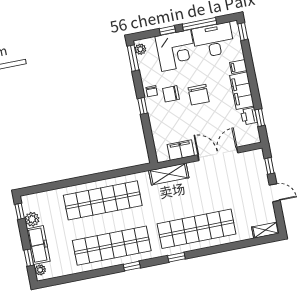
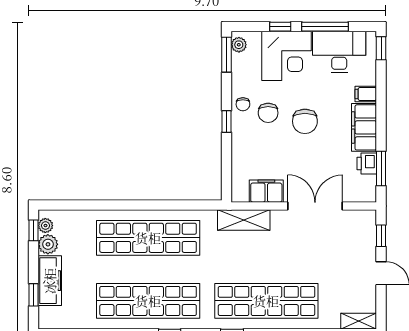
chair: (171, 94) -> (268, 113), turned -90
window: (260, 118) -> (381, 168), width x1.50
plant: (40, 270) -> (45, 226), moved

